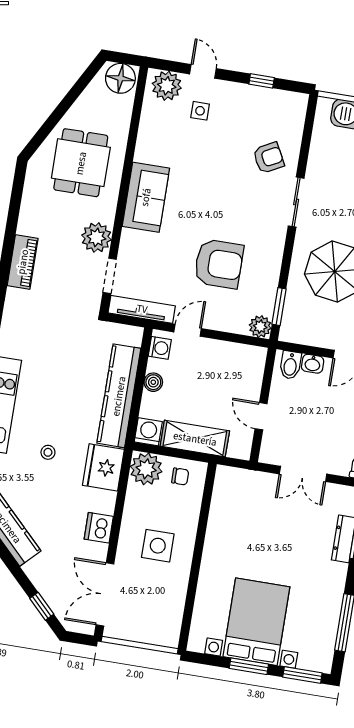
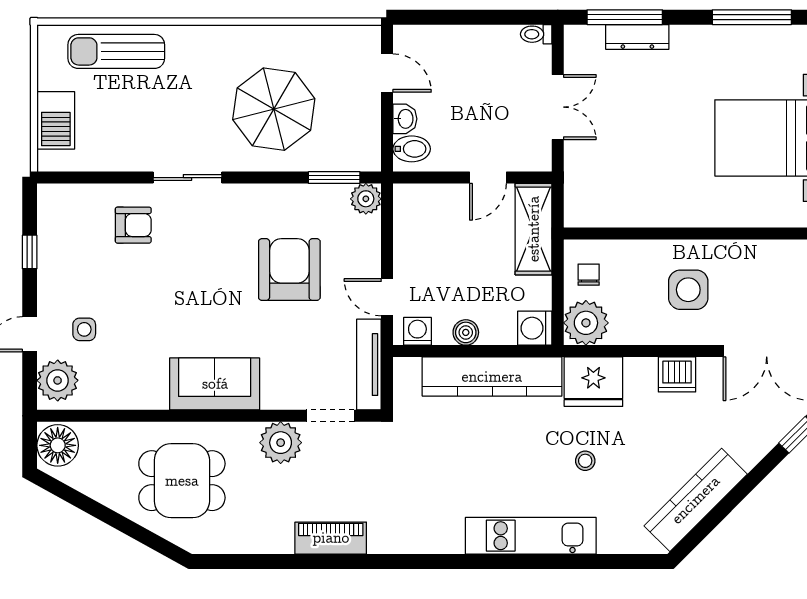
armchair: (269, 158) -> (133, 225), turned 118
shelving: (195, 439) -> (534, 229), moved

